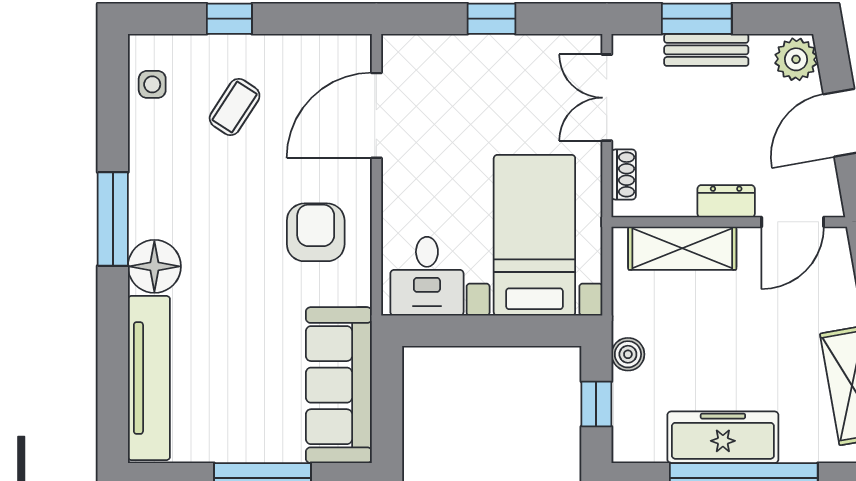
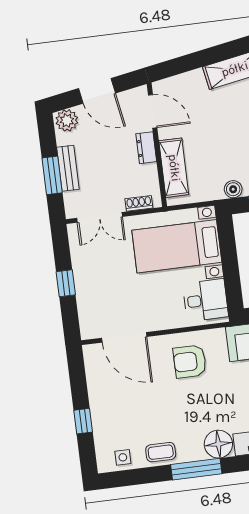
coffee table: (235, 107) -> (161, 452), moved, turned -33

